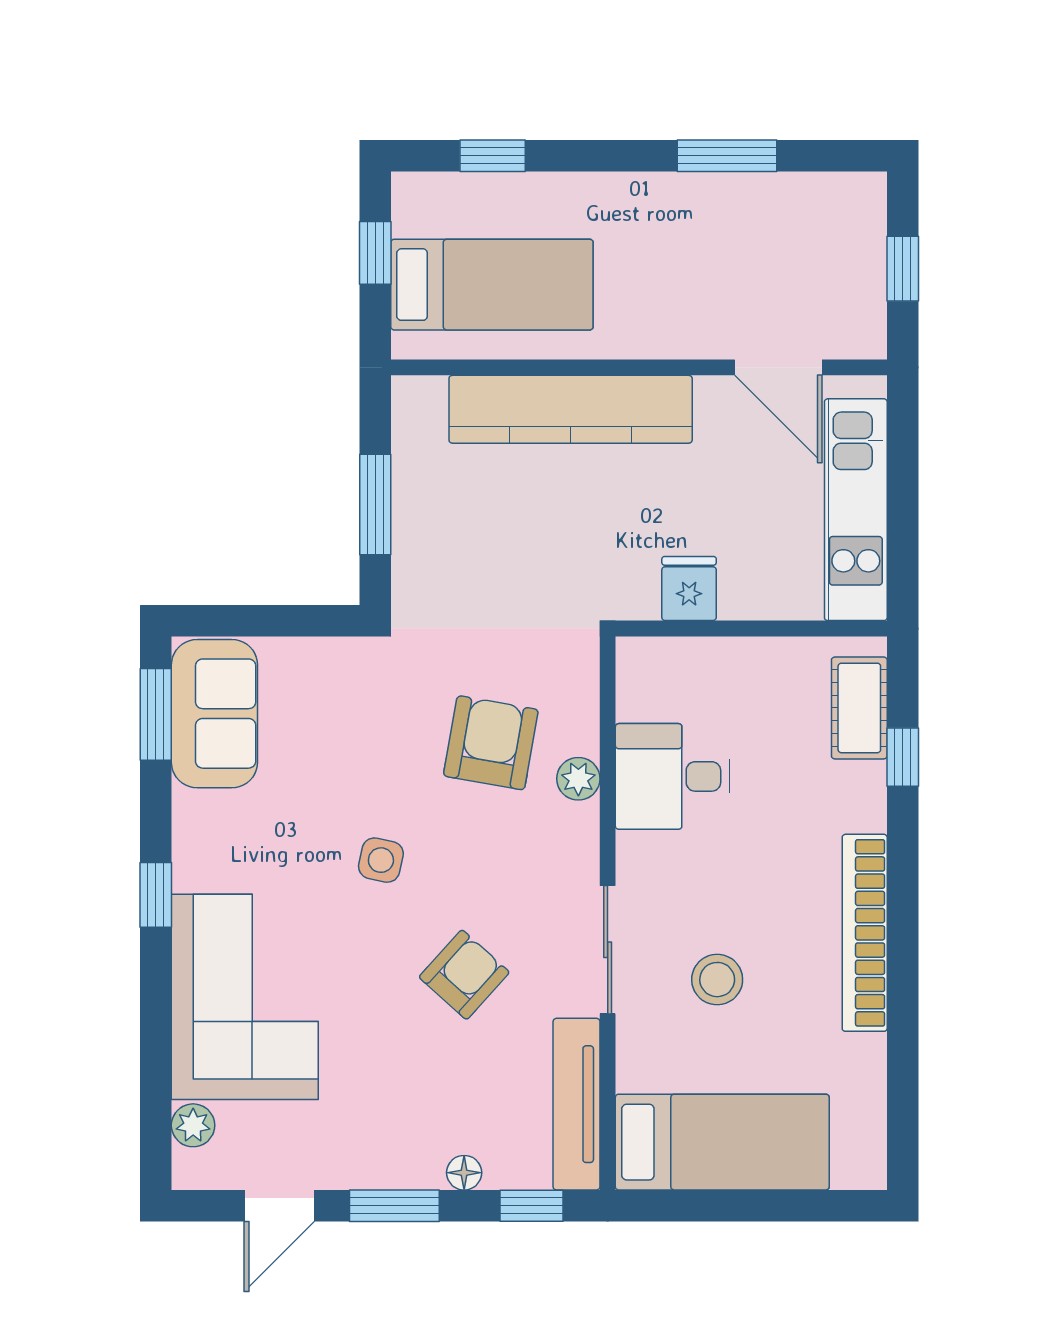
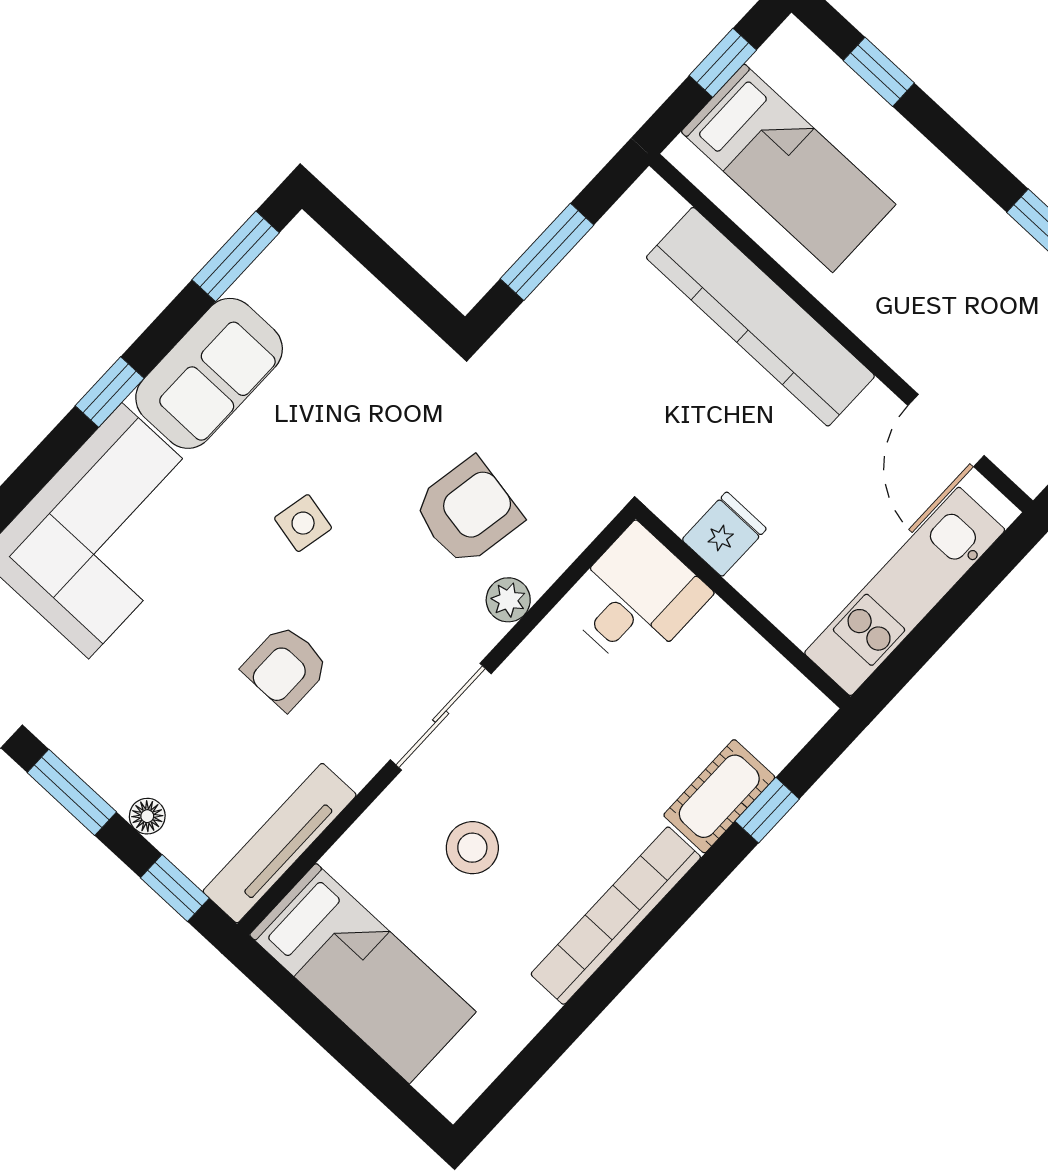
cot: (859, 708) -> (719, 796), moved
sofa: (214, 714) -> (209, 373), moved
desk: (673, 776) -> (635, 599), moved, turned 90
sliding door: (608, 950) -> (441, 717), moved
armchair: (464, 975) -> (286, 667), turned 138

